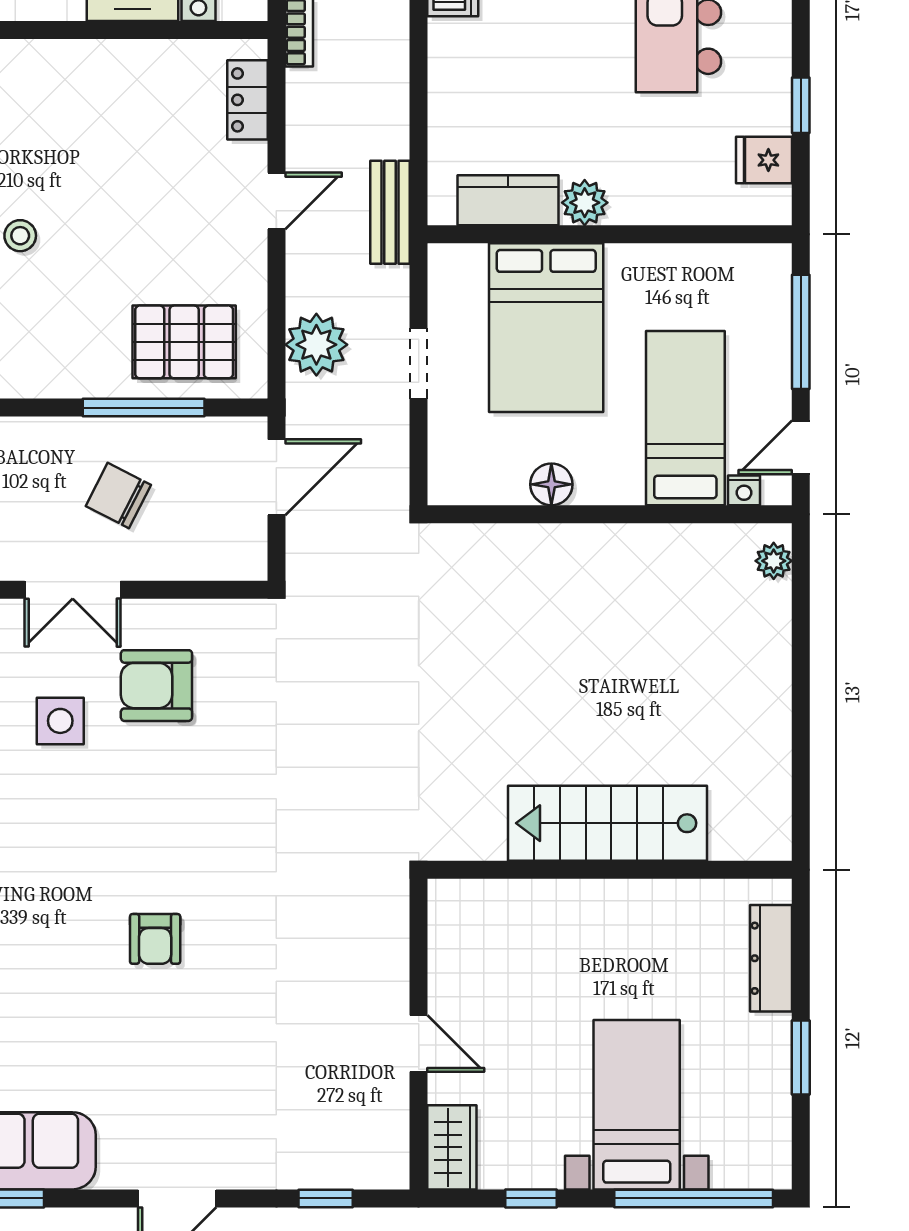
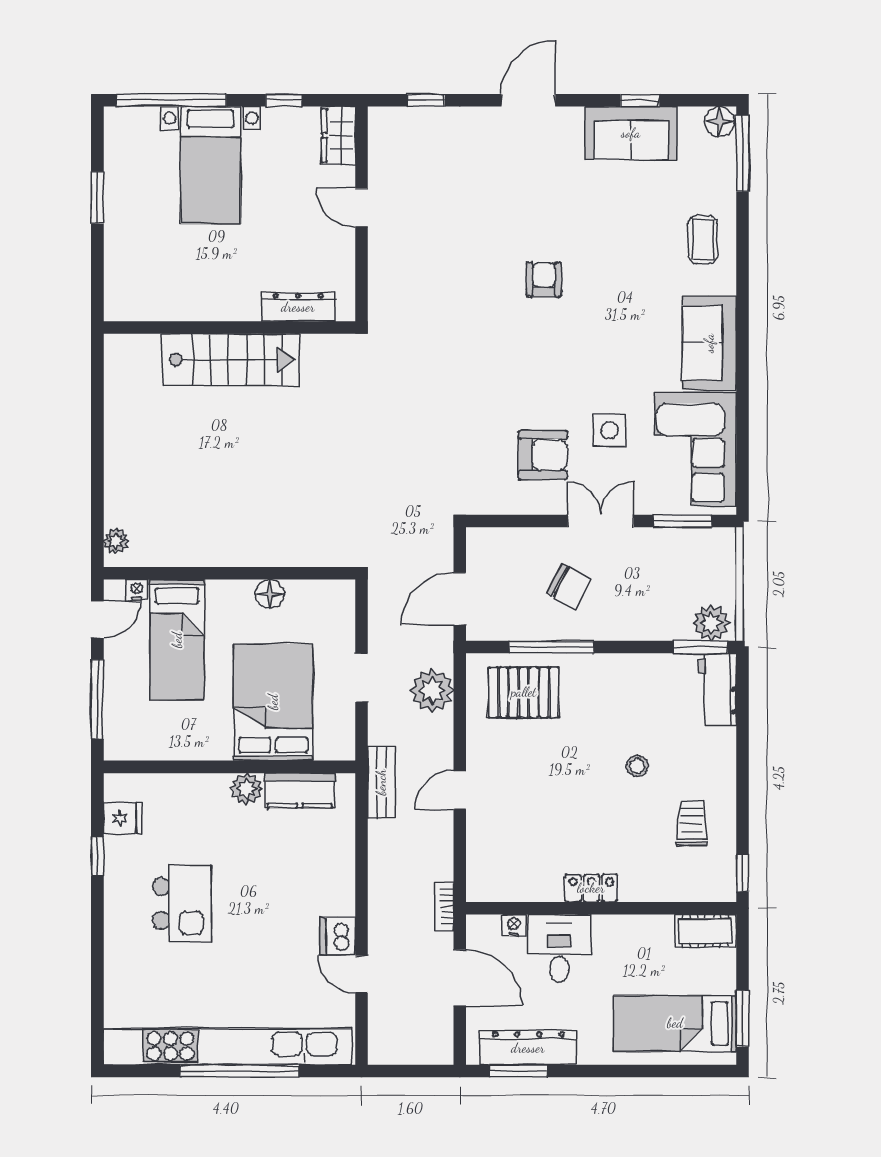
locker: (248, 100) -> (591, 888), moved, turned -90
dresser: (771, 958) -> (298, 307), moved, turned -90

